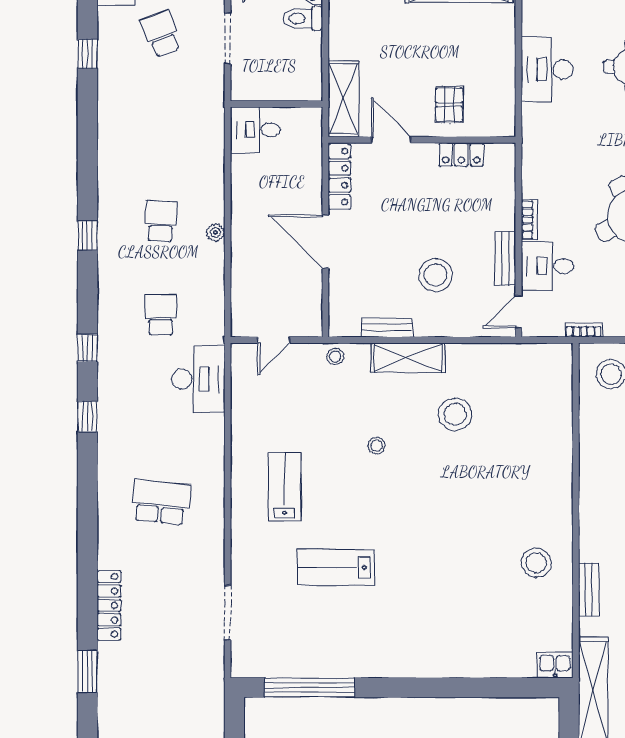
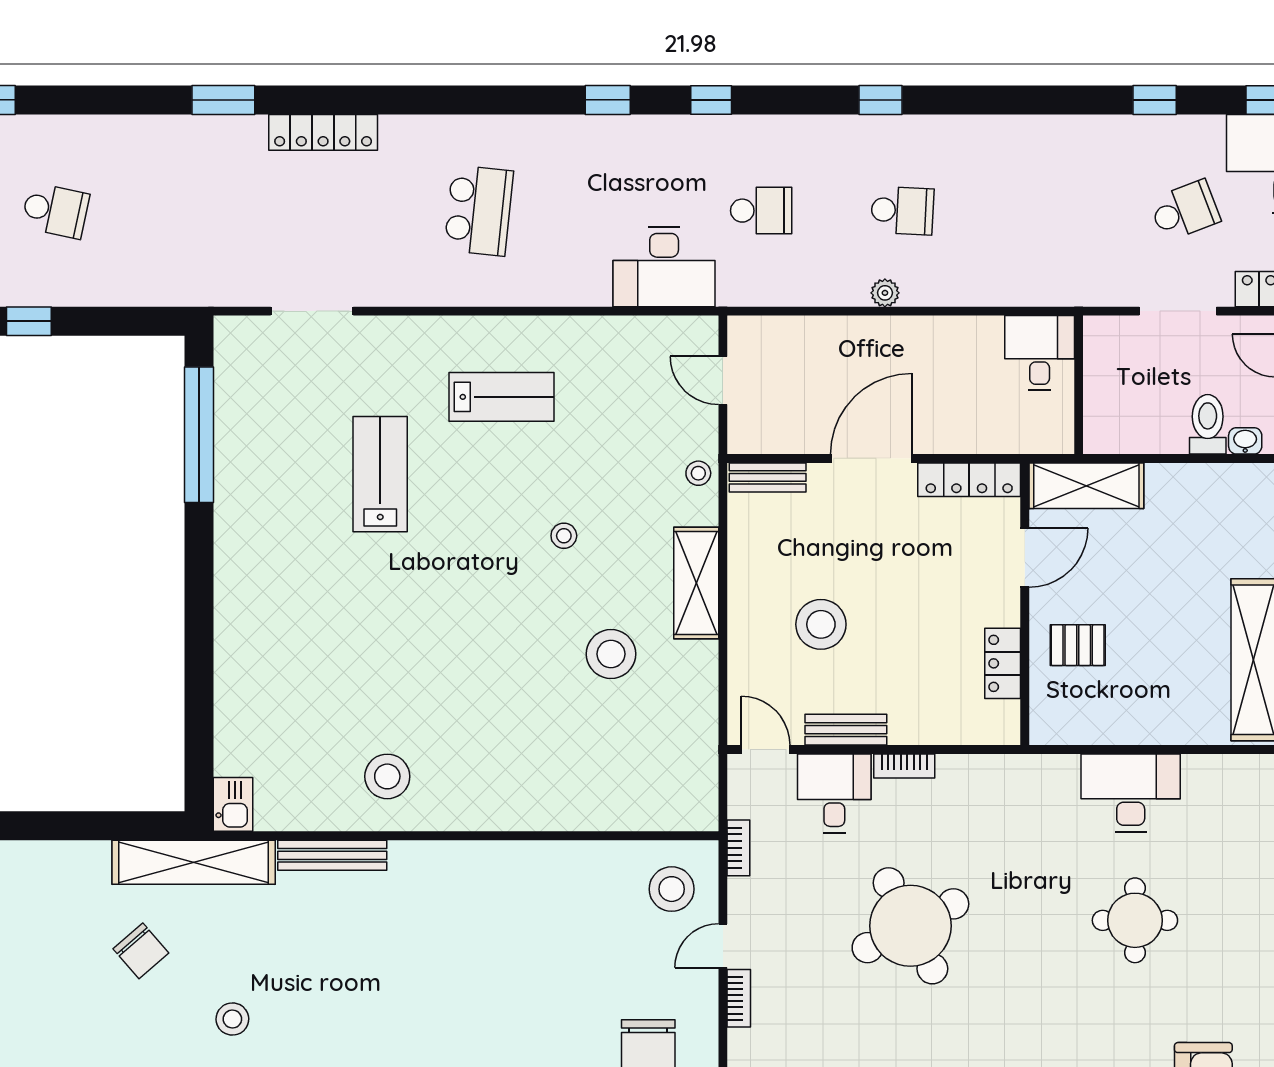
bench: (387, 328) -> (768, 477), moved, turned 90
bench: (589, 590) -> (332, 855), width x1.36

